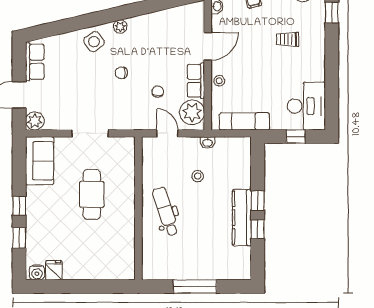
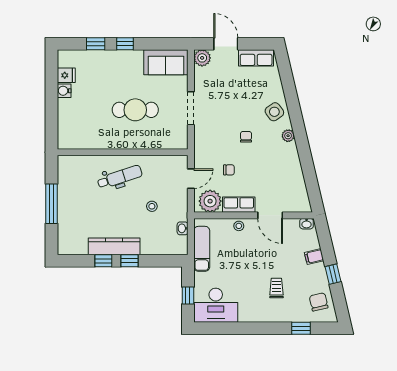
washbasin: (208, 142) -> (183, 228), moved
water cooler: (37, 273) -> (64, 91), moved

